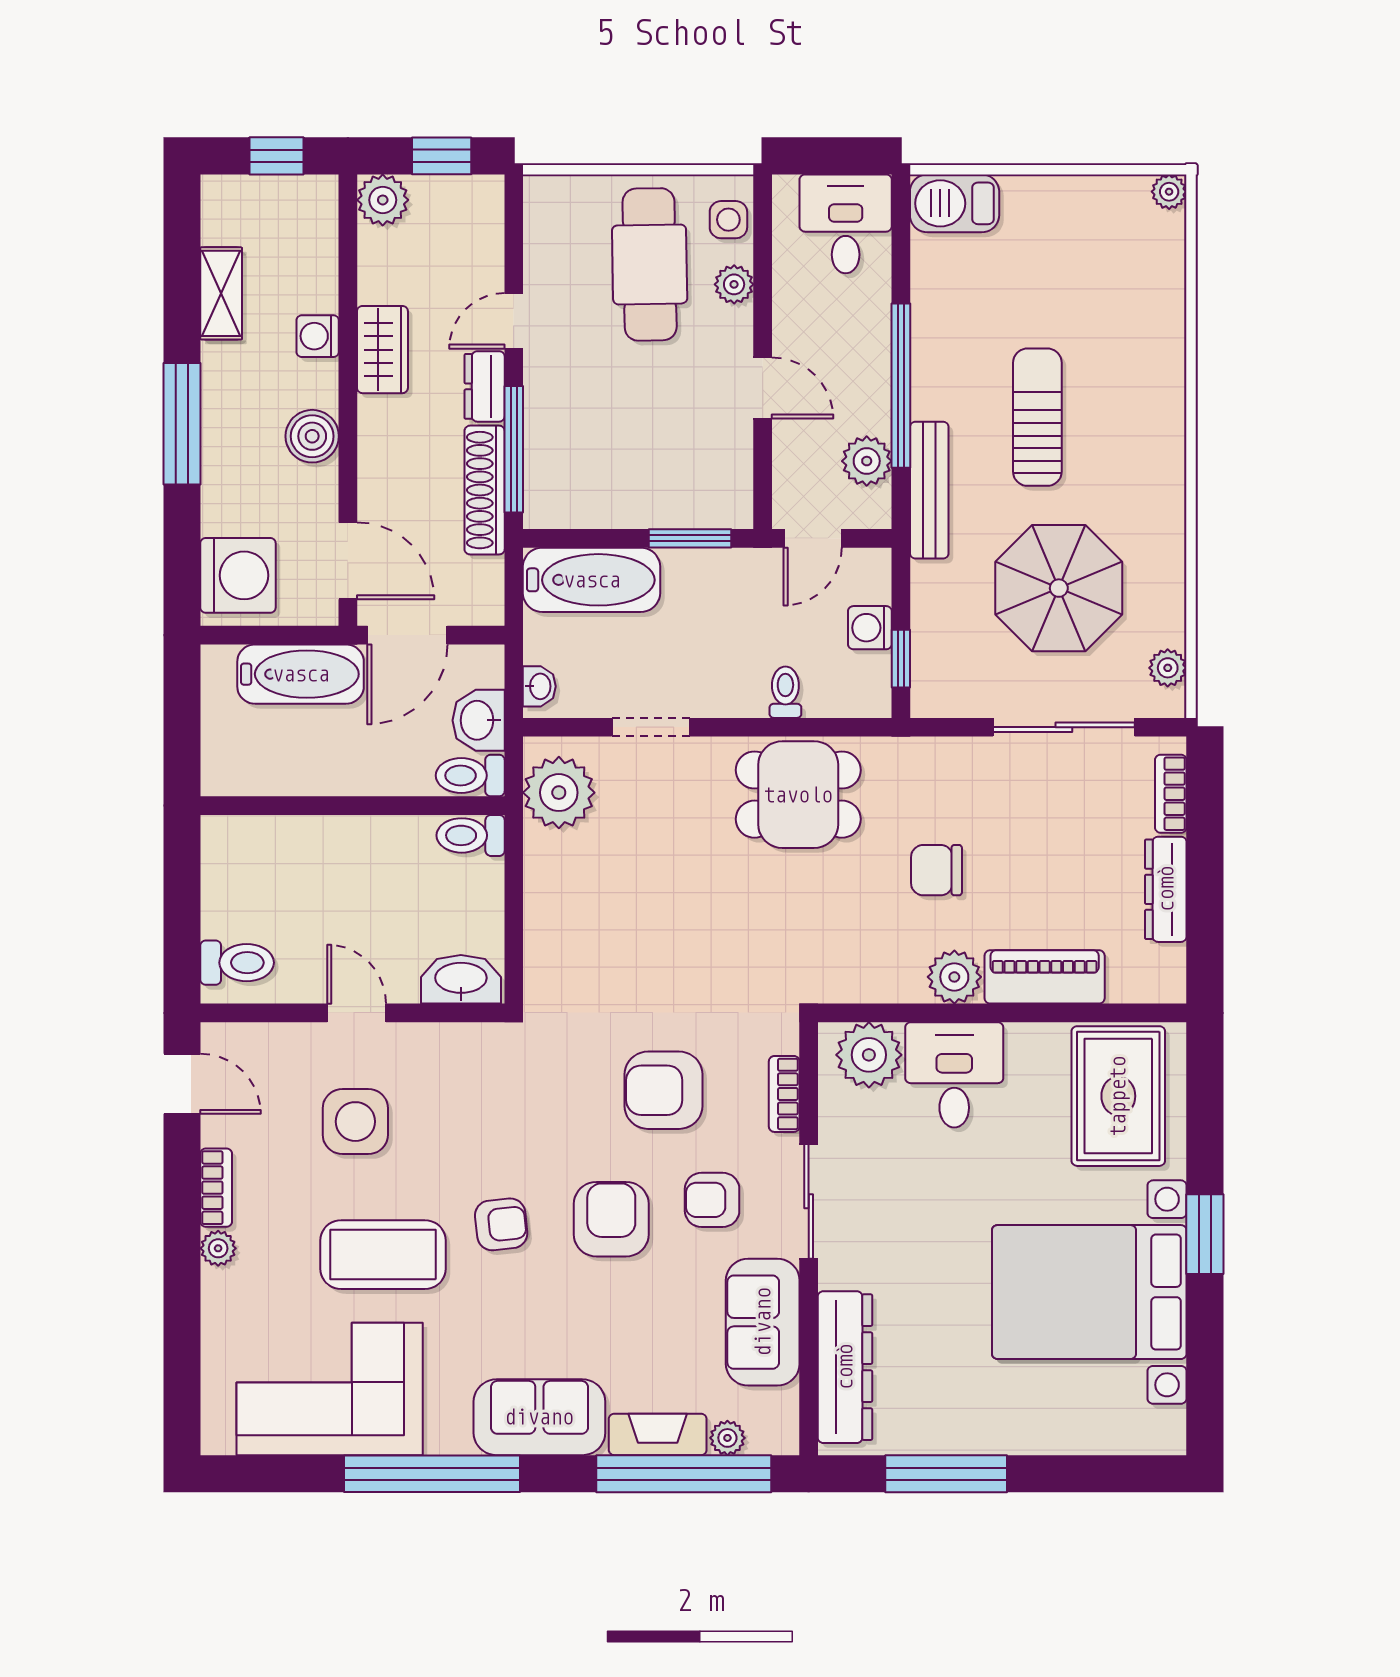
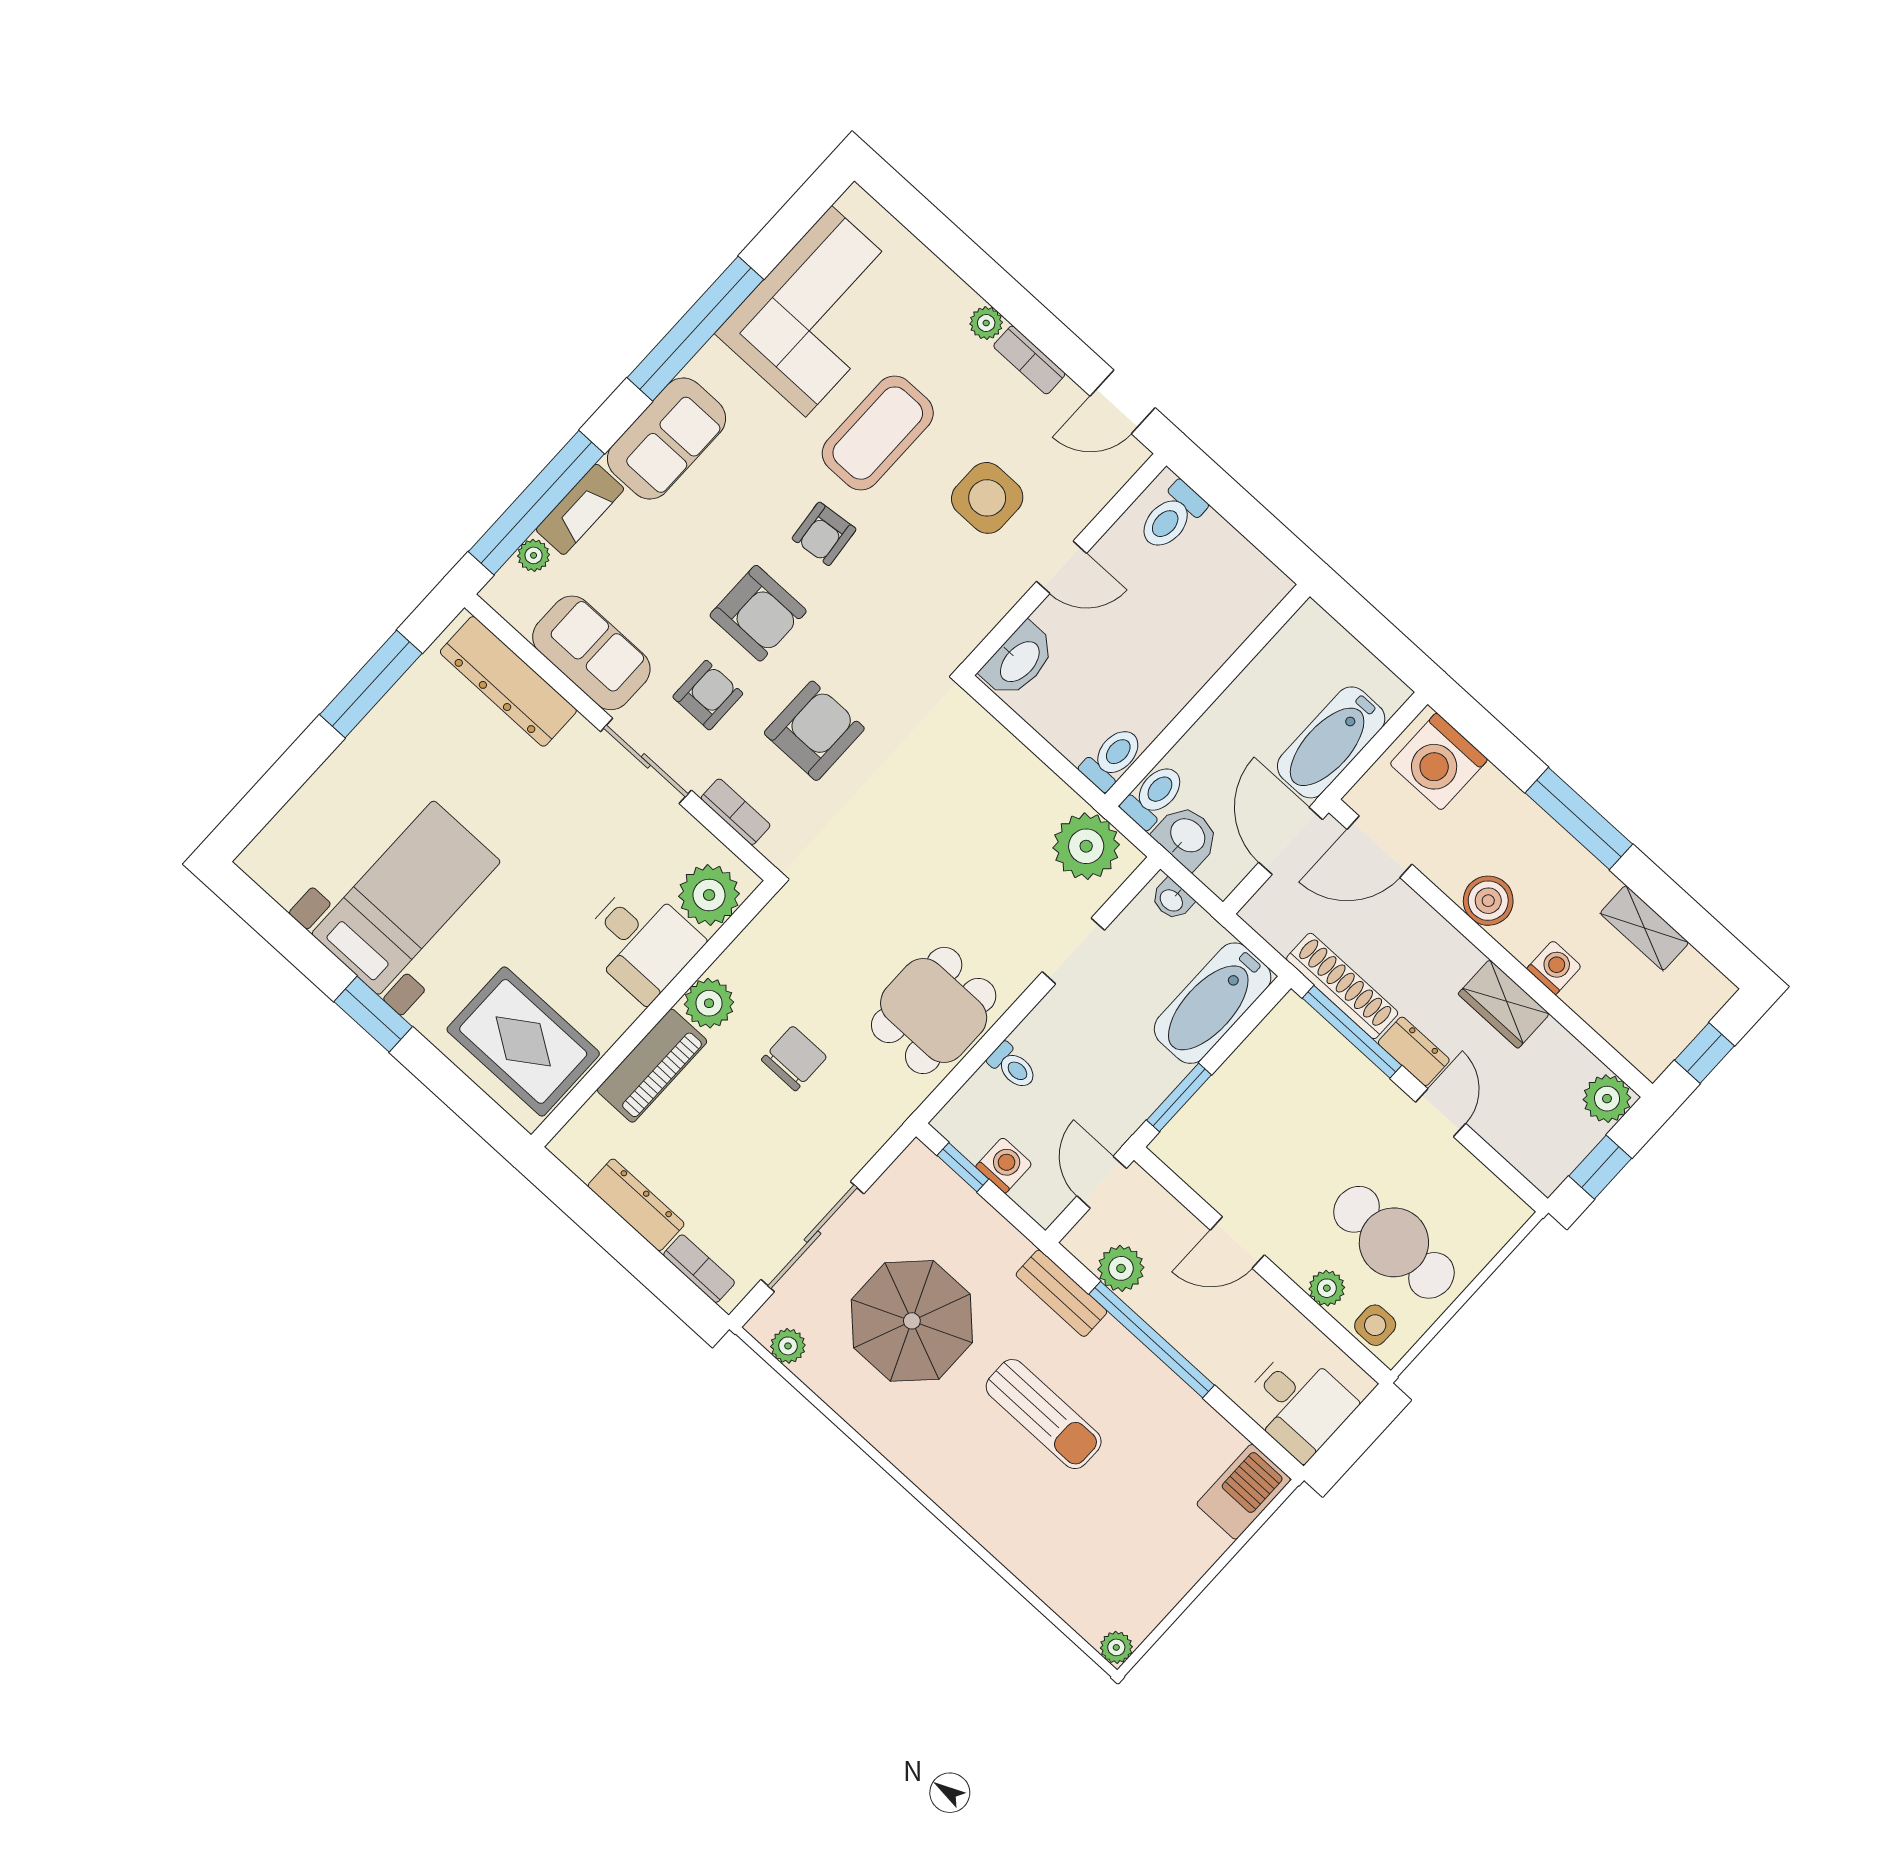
bench: (929, 490) -> (1061, 1293), width x0.73
bed with nightstands: (1089, 1292) -> (406, 898), width x0.73

